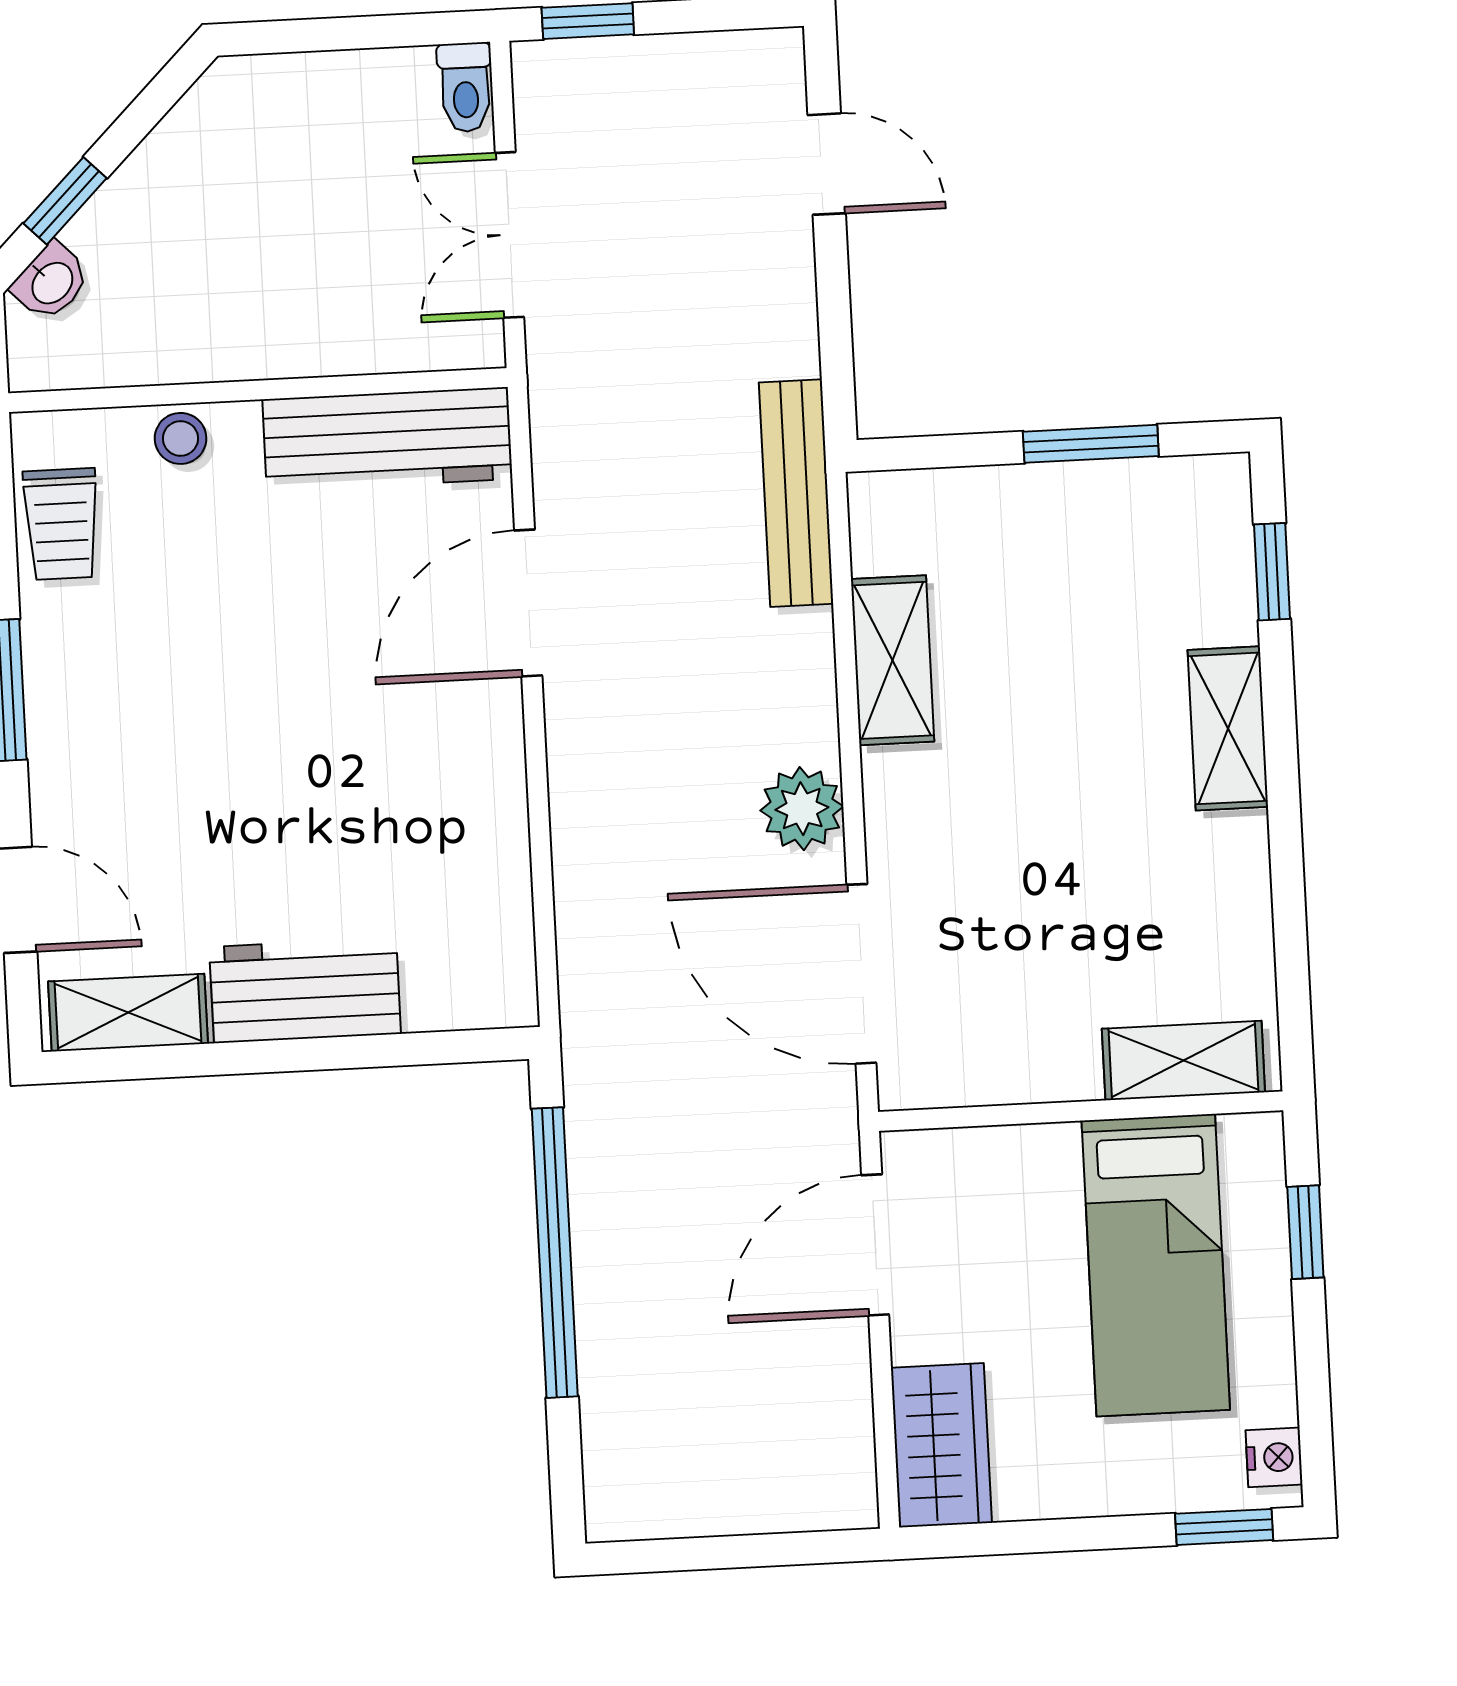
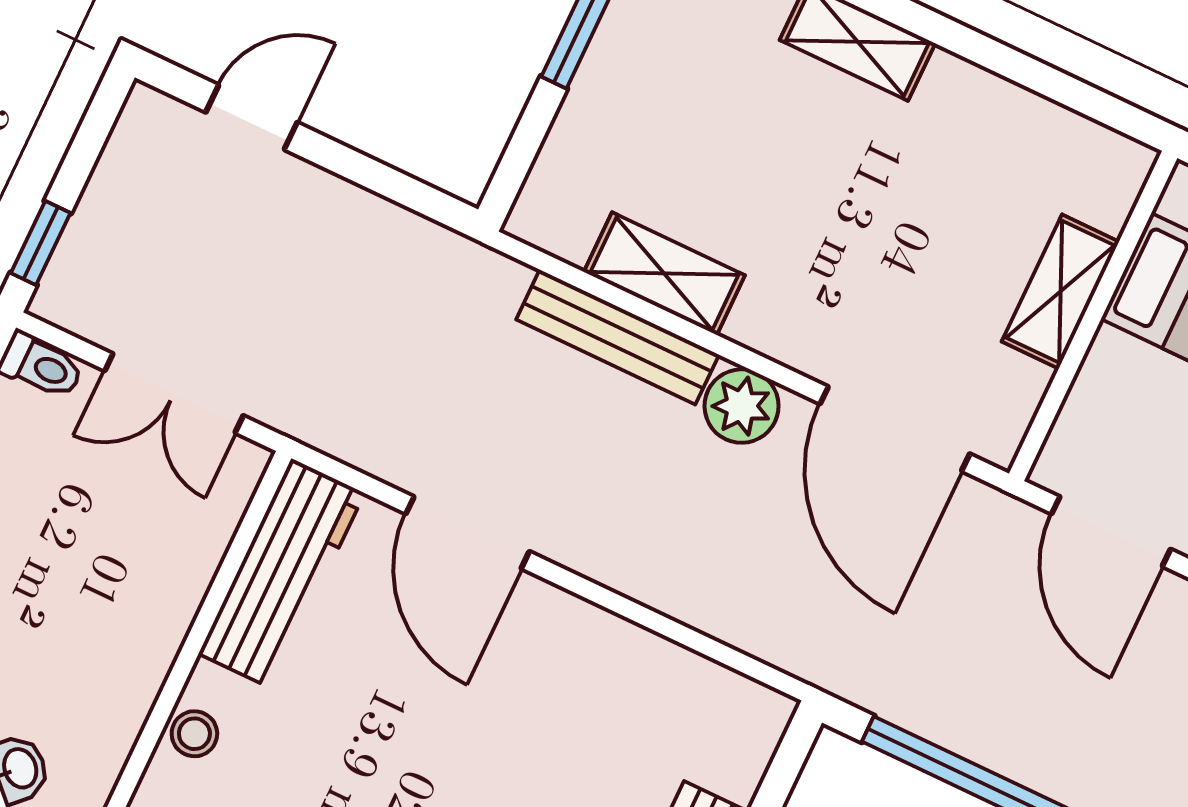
bench: (796, 493) -> (618, 337), moved
door: (861, 974) -> (895, 429), hinge flipped
shelving: (1183, 1061) -> (1060, 292), moved

